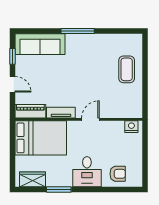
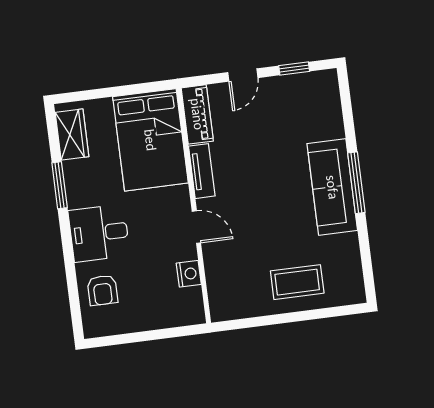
sofa: (40, 44) -> (332, 187), moved
nightstand: (131, 127) -> (189, 274), moved

